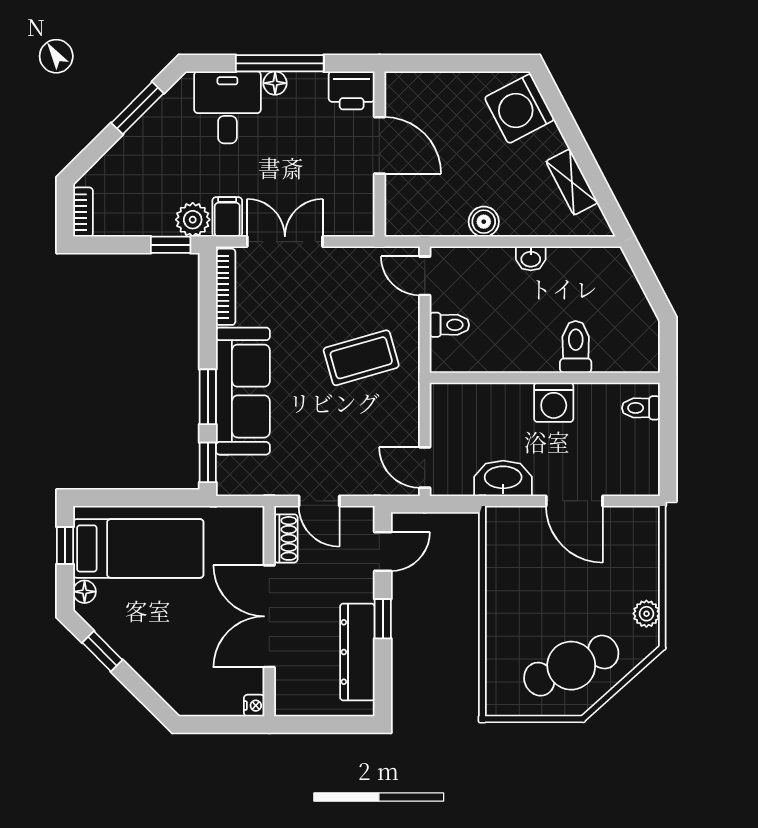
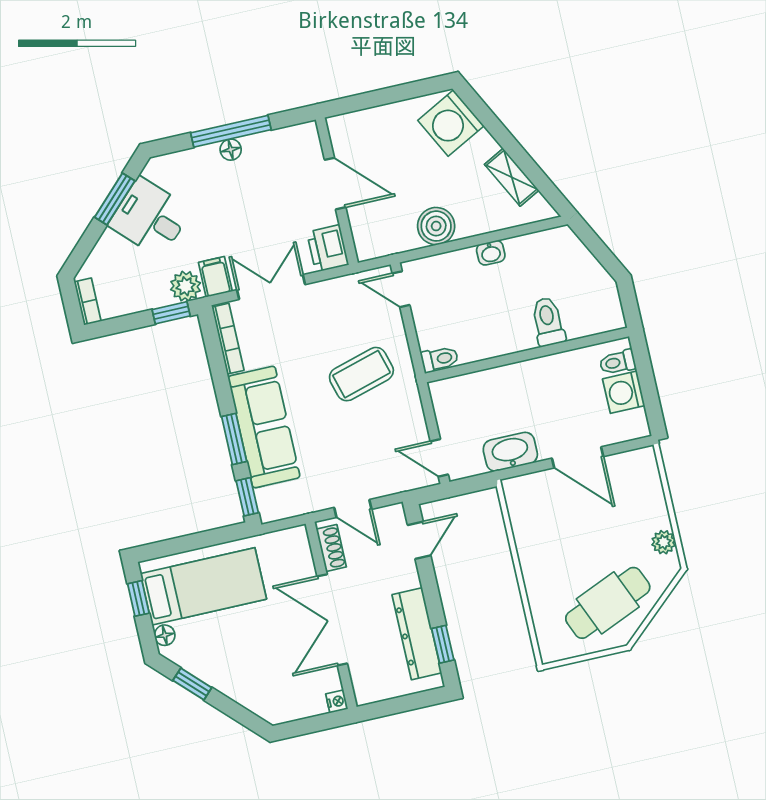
printer: (352, 90) -> (328, 248), moved, turned 90
desk: (227, 107) -> (150, 217), moved, turned -45
boiler: (484, 222) -> (436, 226), width x1.36, depth x1.36
toilet: (449, 325) -> (440, 359), moved
washing machine: (554, 402) -> (624, 392), moved, turned 90
window: (383, 619) -> (443, 644), moved

